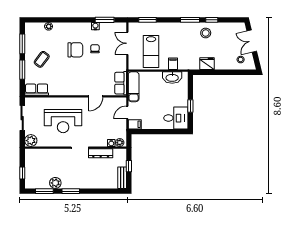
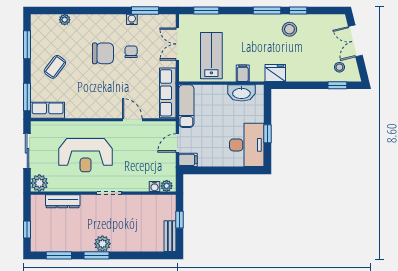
lab bench: (151, 51) -> (211, 56), turned 180
fridge: (207, 64) -> (275, 73), moved
window: (22, 70) -> (27, 97), moved
window: (239, 72) -> (337, 85), added
row of seats: (121, 83) -> (168, 93), width x1.48
door: (96, 96) -> (132, 120), swing flipped
desk: (176, 118) -> (247, 145), width x1.37
dresser: (101, 153) -> (63, 201), moved
plant: (55, 183) -> (102, 244), moved

